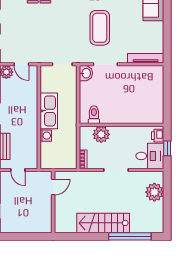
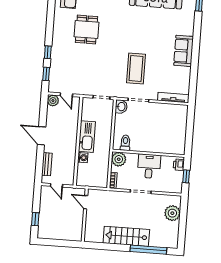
plant: (101, 134) -> (119, 159), moved
desk: (150, 156) -> (149, 166), moved, turned -90
door: (53, 187) -> (86, 202), swing flipped

